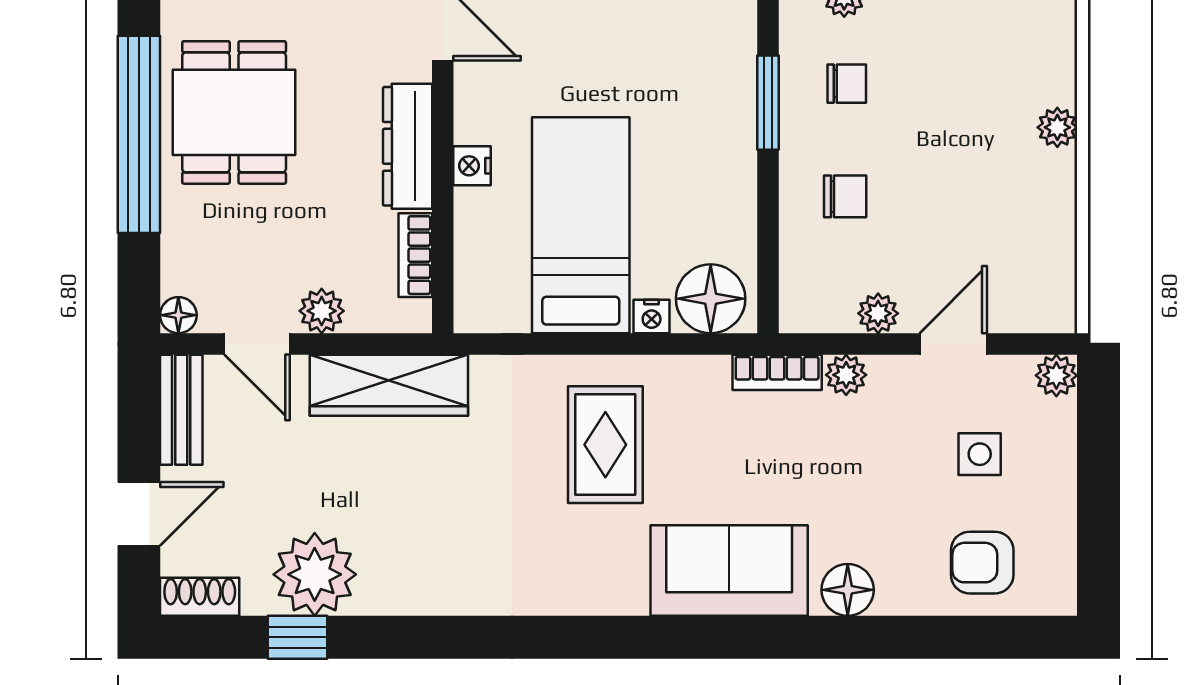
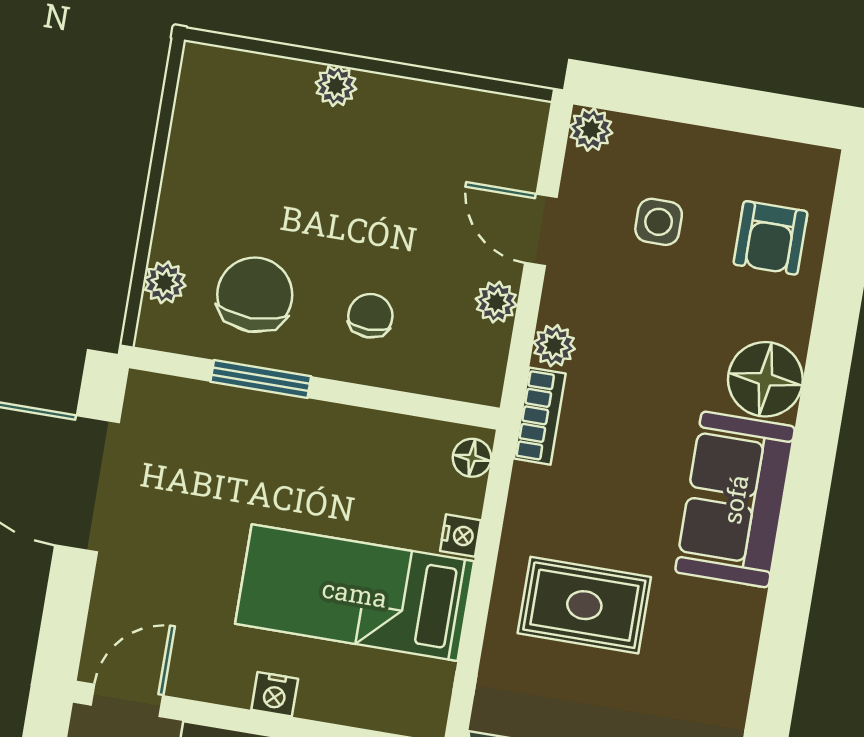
chair: (847, 84) -> (255, 295), width x1.87, depth x1.87
floor lamp: (711, 299) -> (472, 458), width x0.53, depth x0.53
floor lamp: (848, 590) -> (765, 379), width x1.38, depth x1.38

